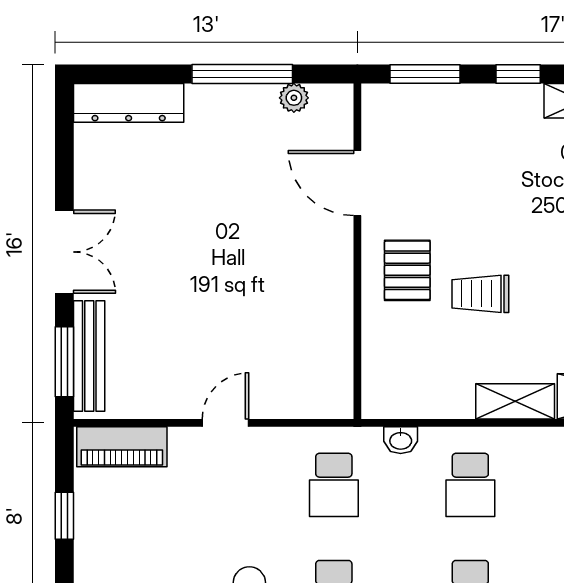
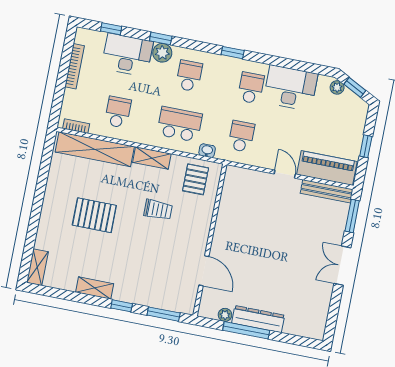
dresser: (129, 103) -> (258, 319), moved
pallet: (407, 270) -> (196, 179), moved
bench: (89, 356) -> (327, 191), moved, turned 90
door: (226, 423) -> (285, 174), swing flipped
piano: (122, 447) -> (327, 168), width x1.37, depth x1.33
school desk: (470, 485) -> (180, 124), width x1.85

